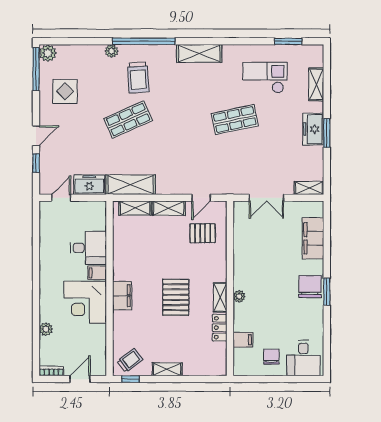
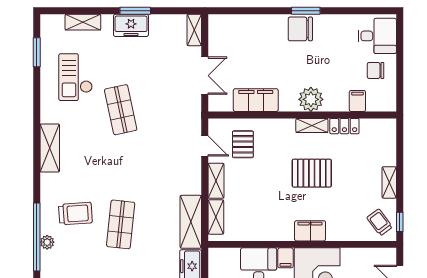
window: (144, 41) -> (37, 237), moved
shop shelf: (128, 120) -> (121, 224), turned 30
filing cabinet: (313, 238) -> (256, 100), moved, turned 180
plant: (239, 296) -> (311, 99), width x1.88, depth x1.88

